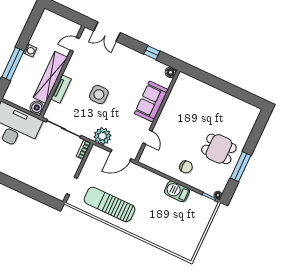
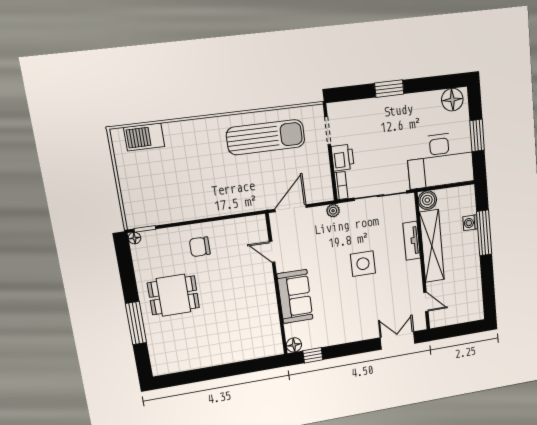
door: (75, 44) -> (426, 302), hinge flipped
washing machine: (30, 50) -> (470, 223), moved
window: (152, 53) -> (313, 355), moved
plant: (102, 136) -> (333, 211), width x0.53, depth x0.53
printer: (73, 165) -> (343, 158), added
window: (241, 167) -> (136, 323), moved
window: (21, 188) -> (389, 89), added
barbecue: (177, 191) -> (144, 137), moved, turned 180

